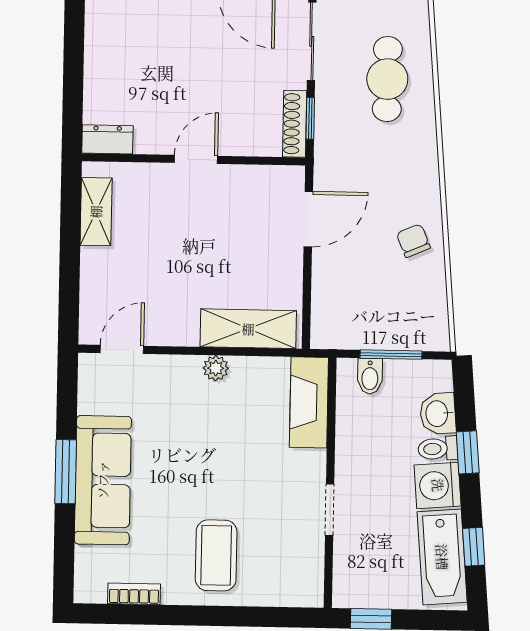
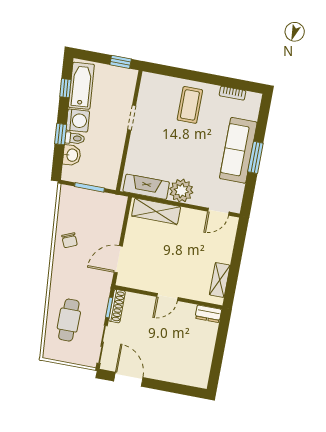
plant: (216, 368) -> (181, 191), width x1.88, depth x1.88
bidet: (370, 376) -> (101, 179), removed
fireplace: (309, 402) -> (146, 187), moved, turned -90

